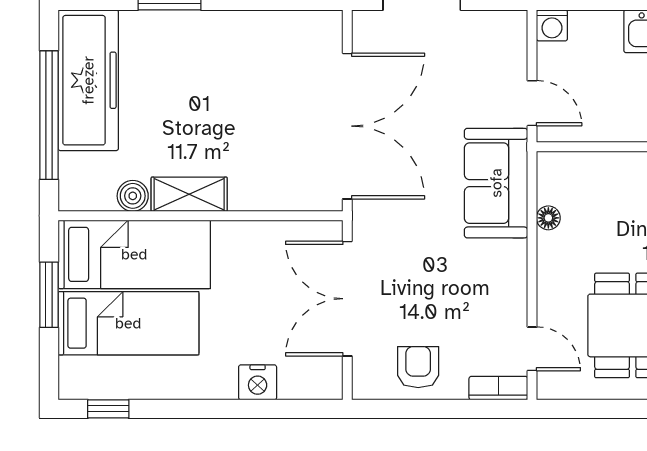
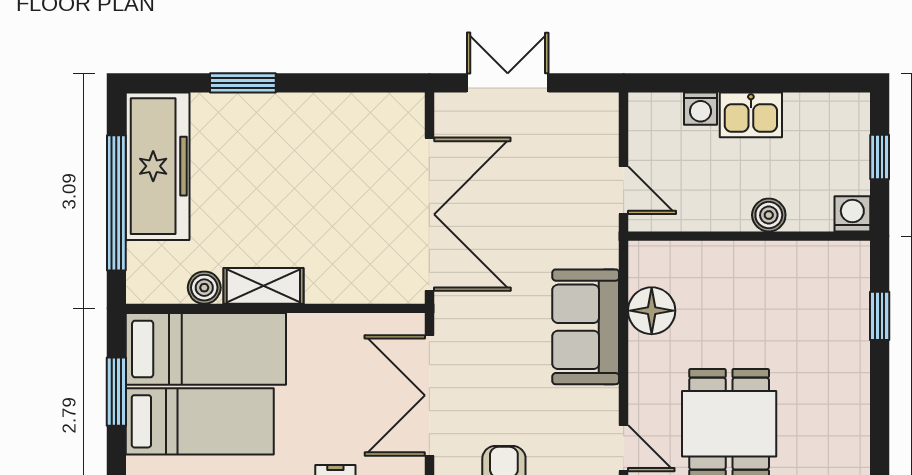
washing machine: (552, 25) -> (701, 109), moved
sofa: (496, 183) -> (586, 327), moved
floor lamp: (548, 218) -> (652, 311), width x1.89, depth x1.89

